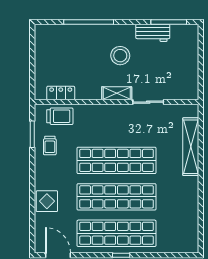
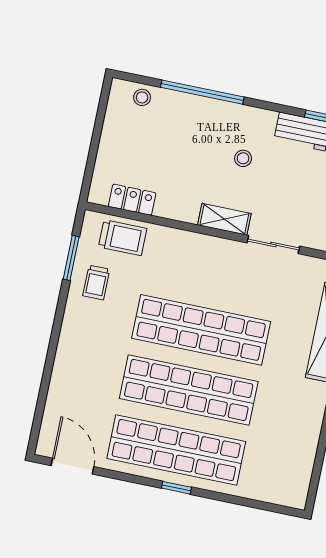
stool: (54, 32) -> (142, 97), added
stool: (120, 56) -> (243, 158), width x0.53, depth x0.53
display table: (47, 201) -> (72, 373), removed

